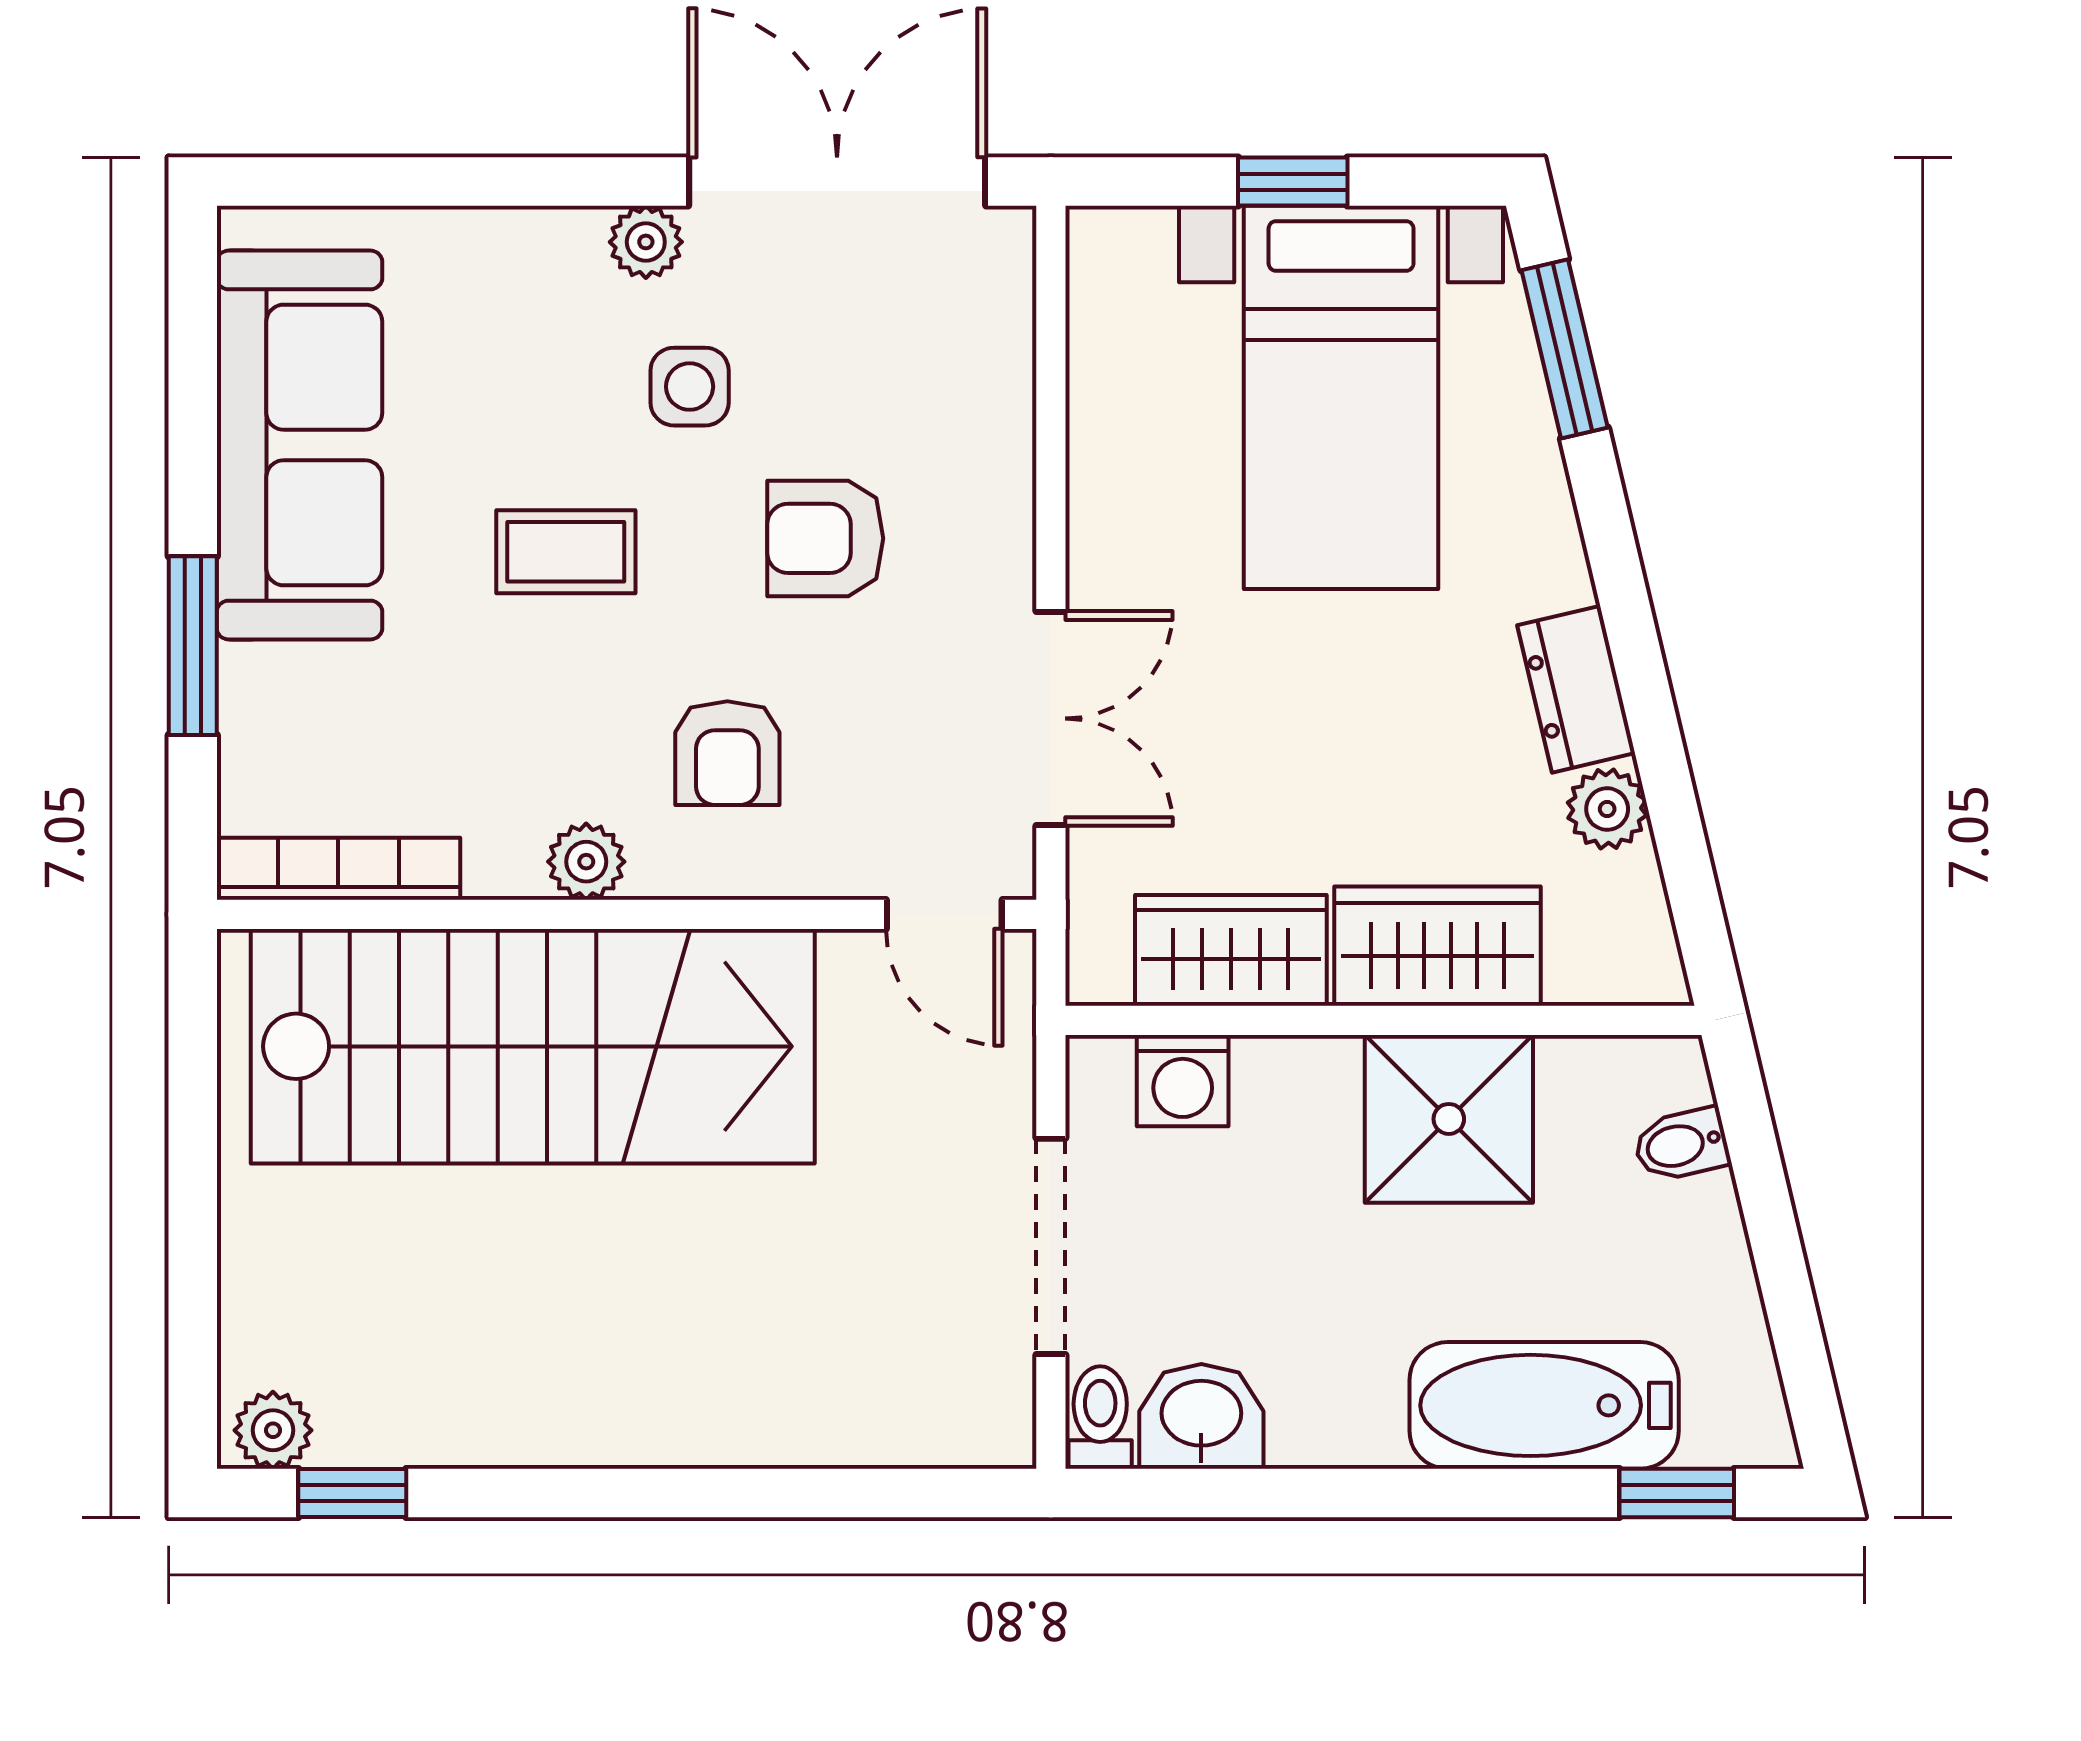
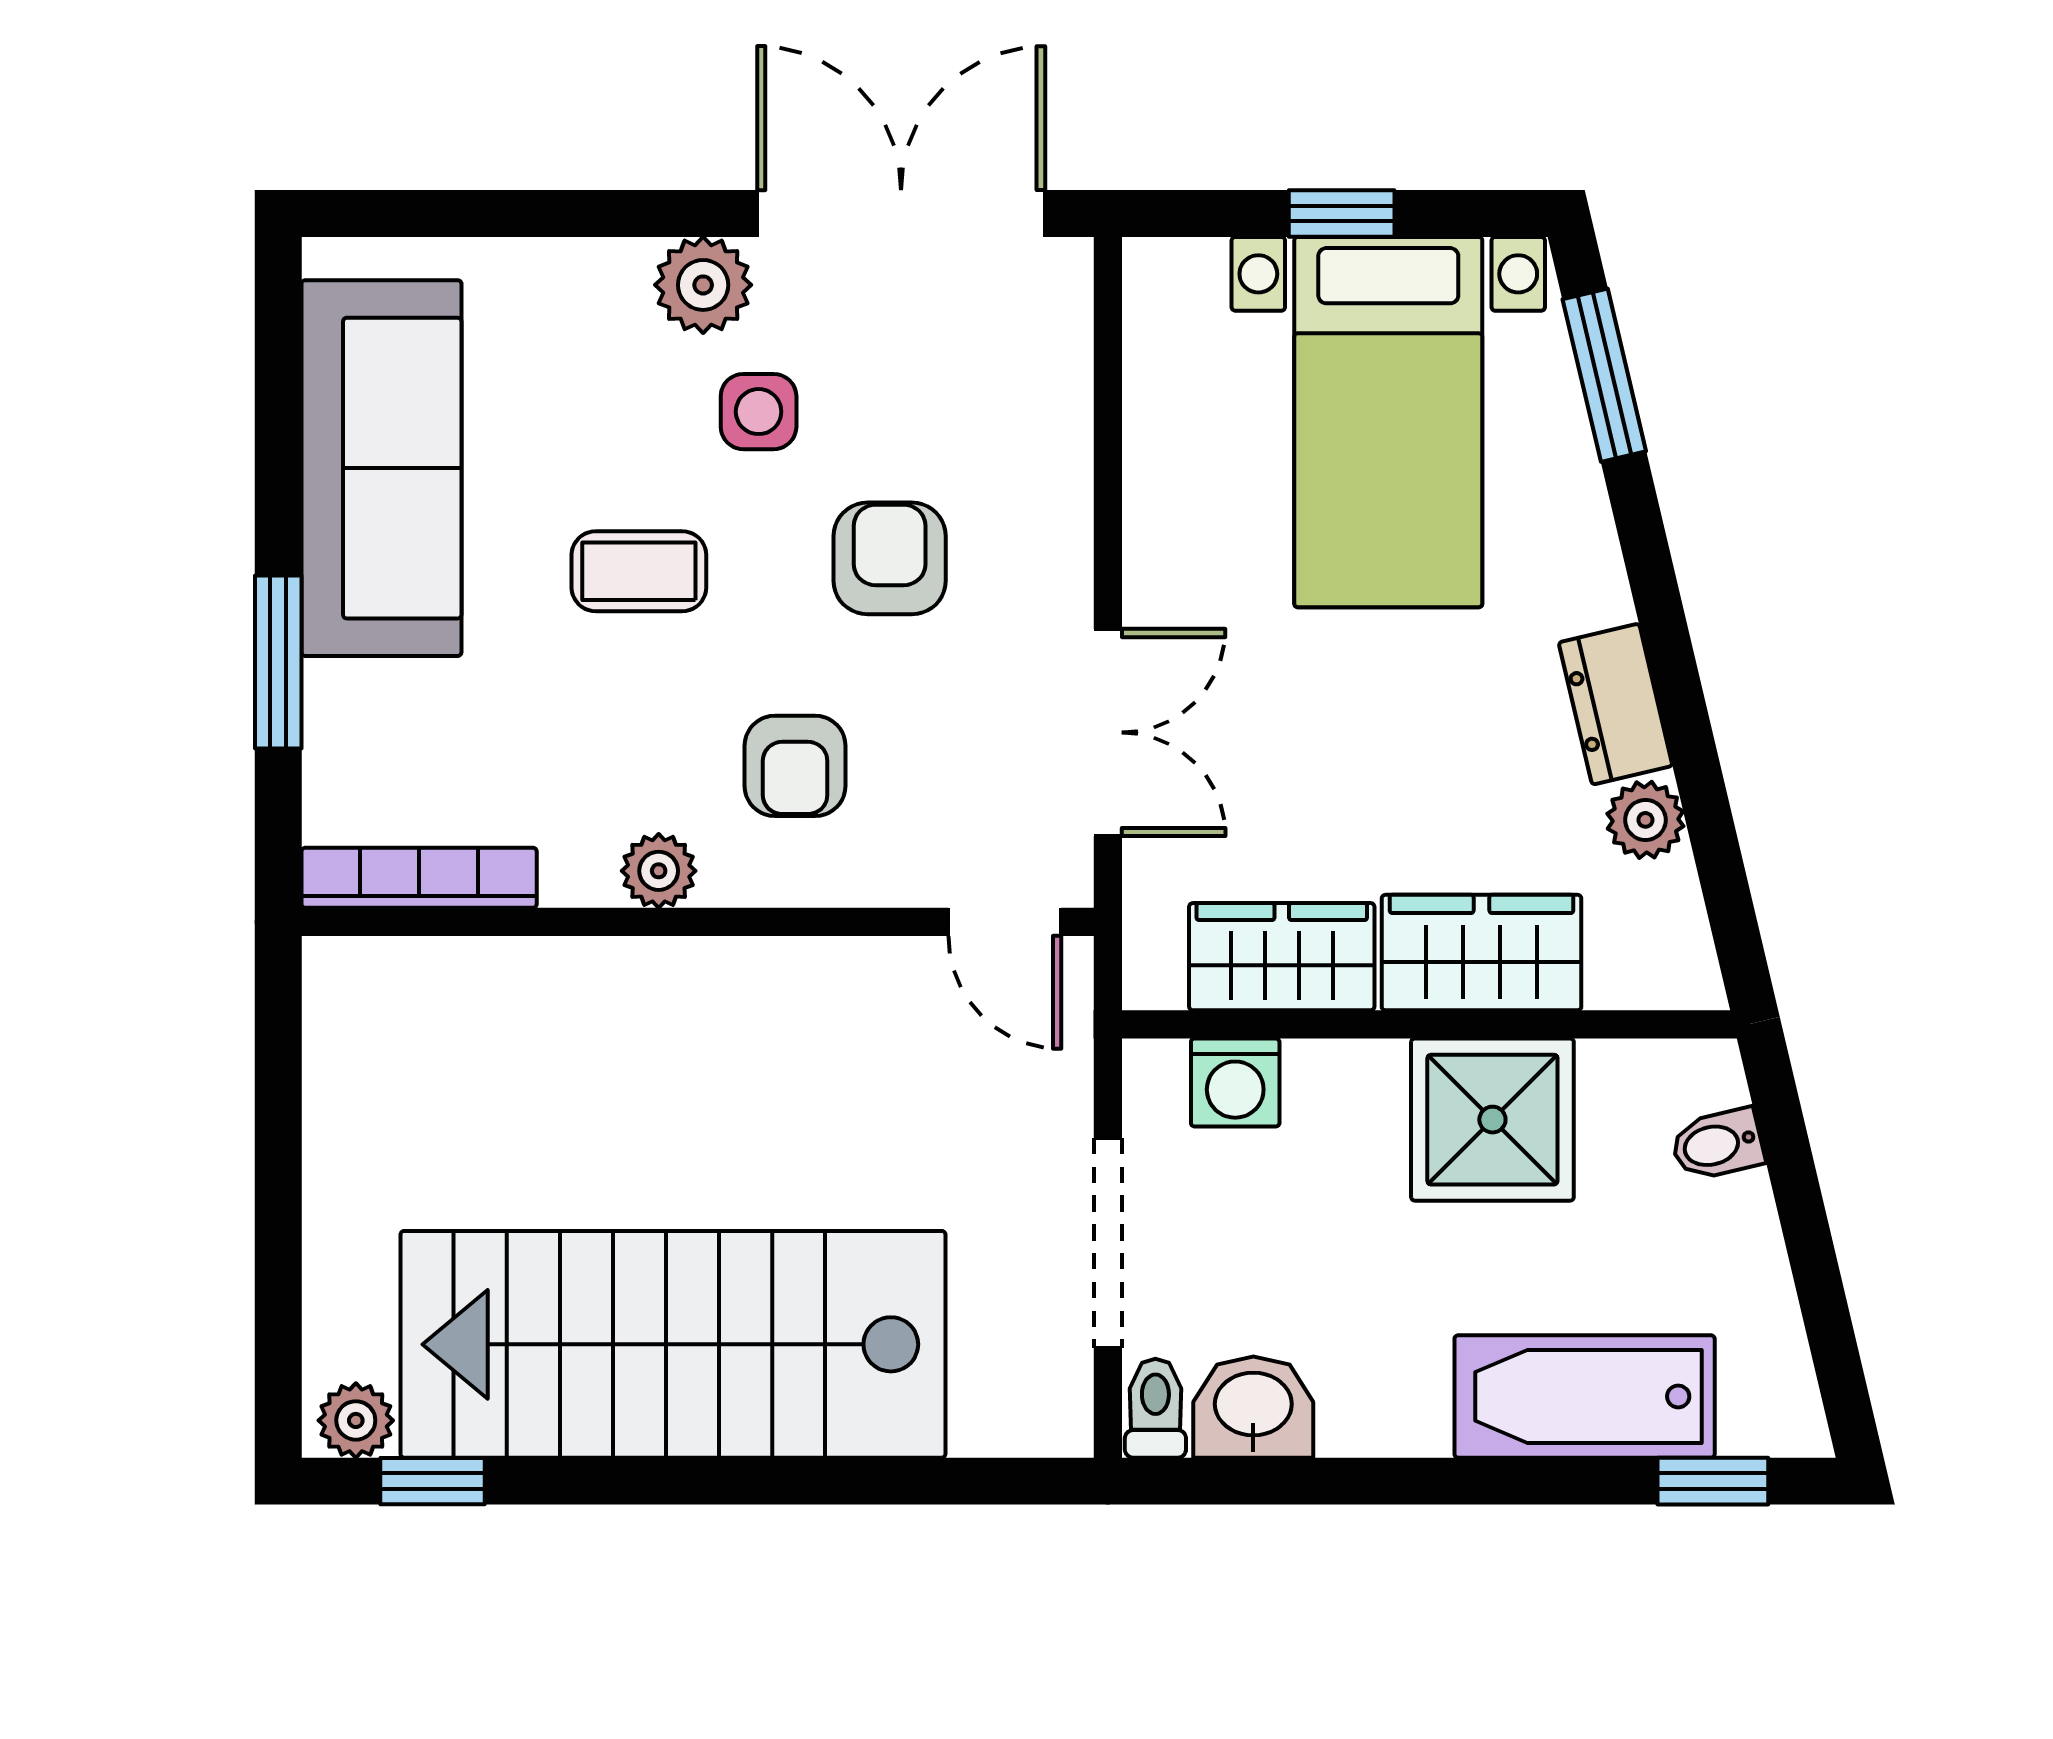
plant: (646, 242) -> (703, 285), width x1.38, depth x1.38
armchair: (825, 538) -> (890, 558), turned 90
stairs: (533, 1046) -> (673, 1344), moved, turned 180

